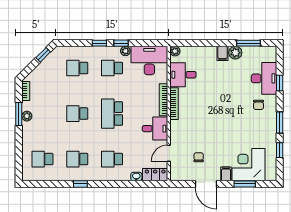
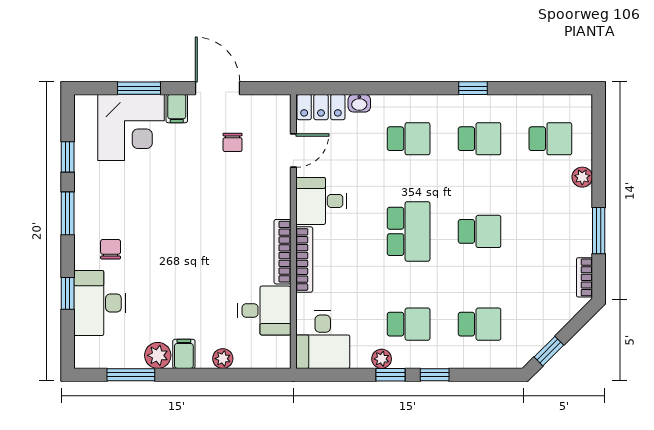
plant: (175, 51) -> (223, 359), moved
desk: (149, 61) -> (323, 339), width x0.73
plant: (27, 116) -> (582, 177), moved

